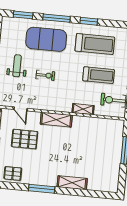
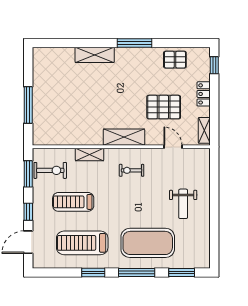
exercise bike: (45, 75) -> (132, 170), moved

